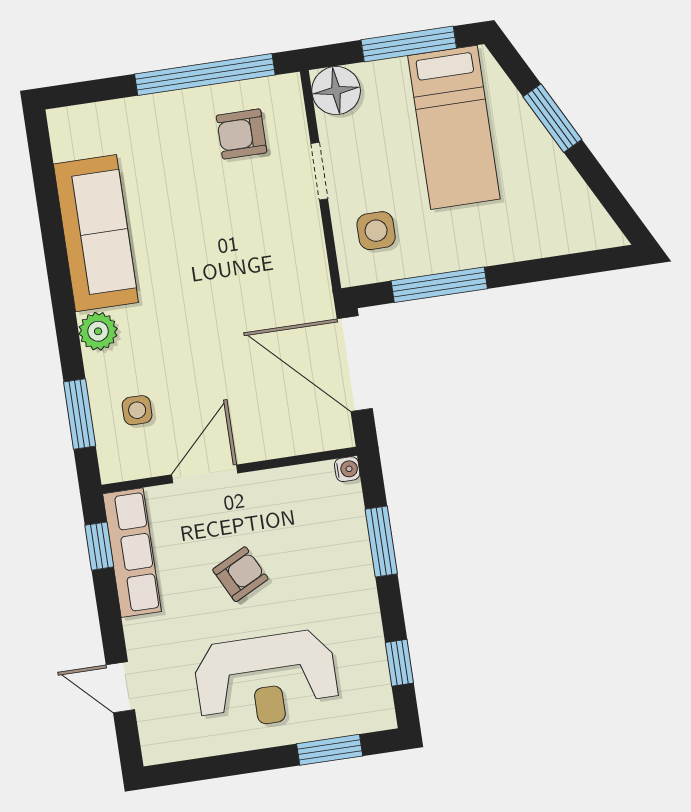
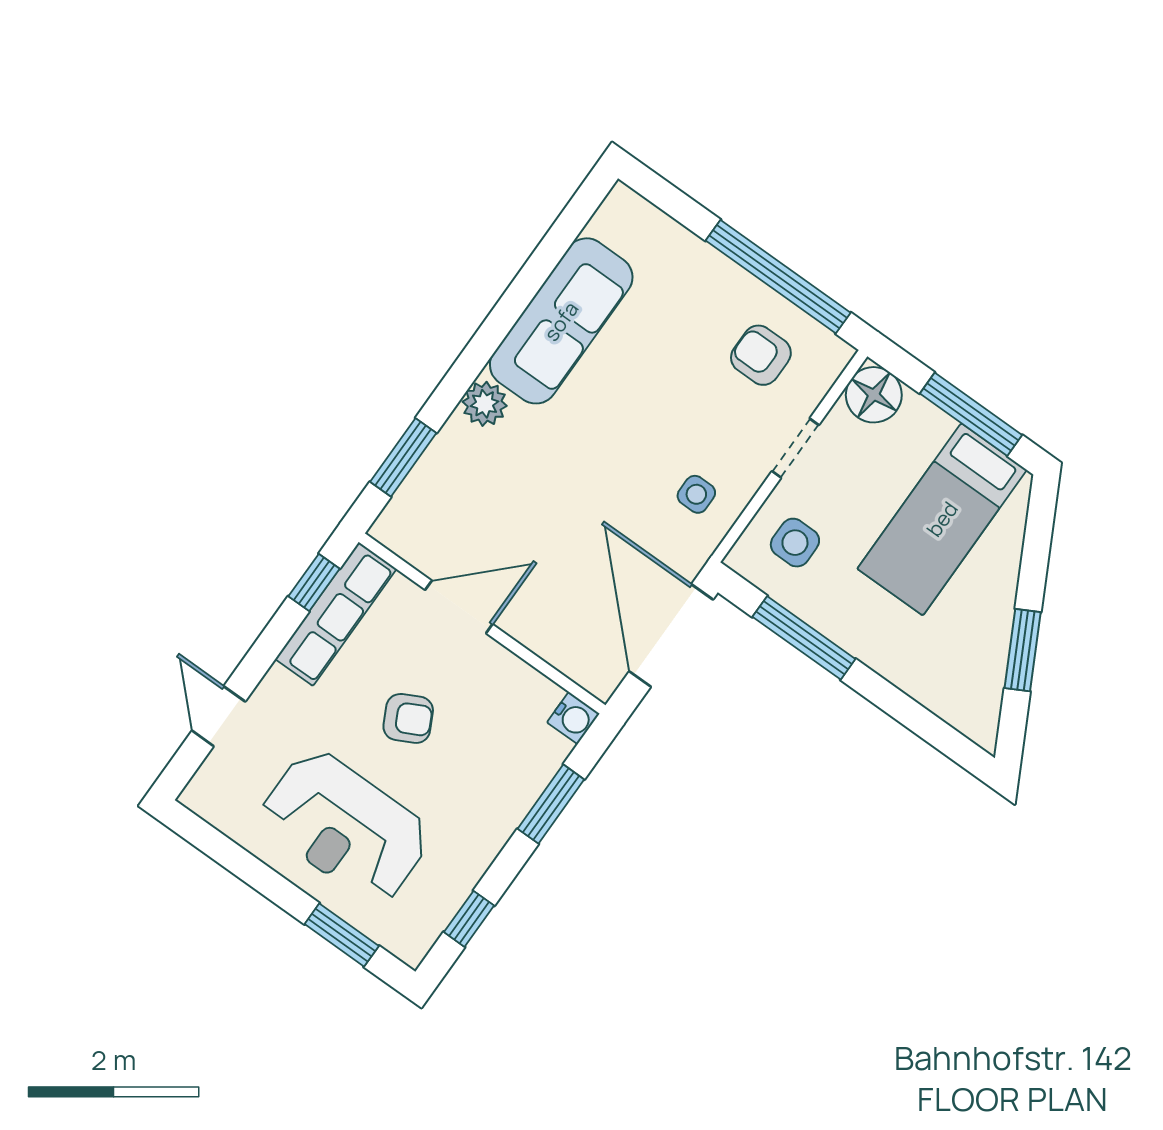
window: (552, 118) -> (1023, 650), moved
side table: (137, 410) -> (696, 494), moved
water cooler: (347, 469) -> (573, 718), width x1.38, depth x1.38

